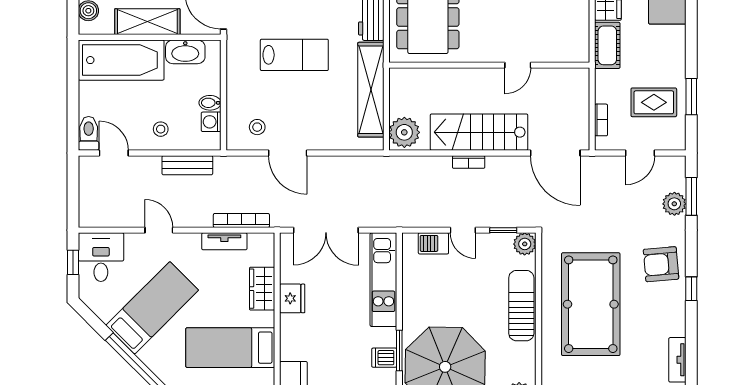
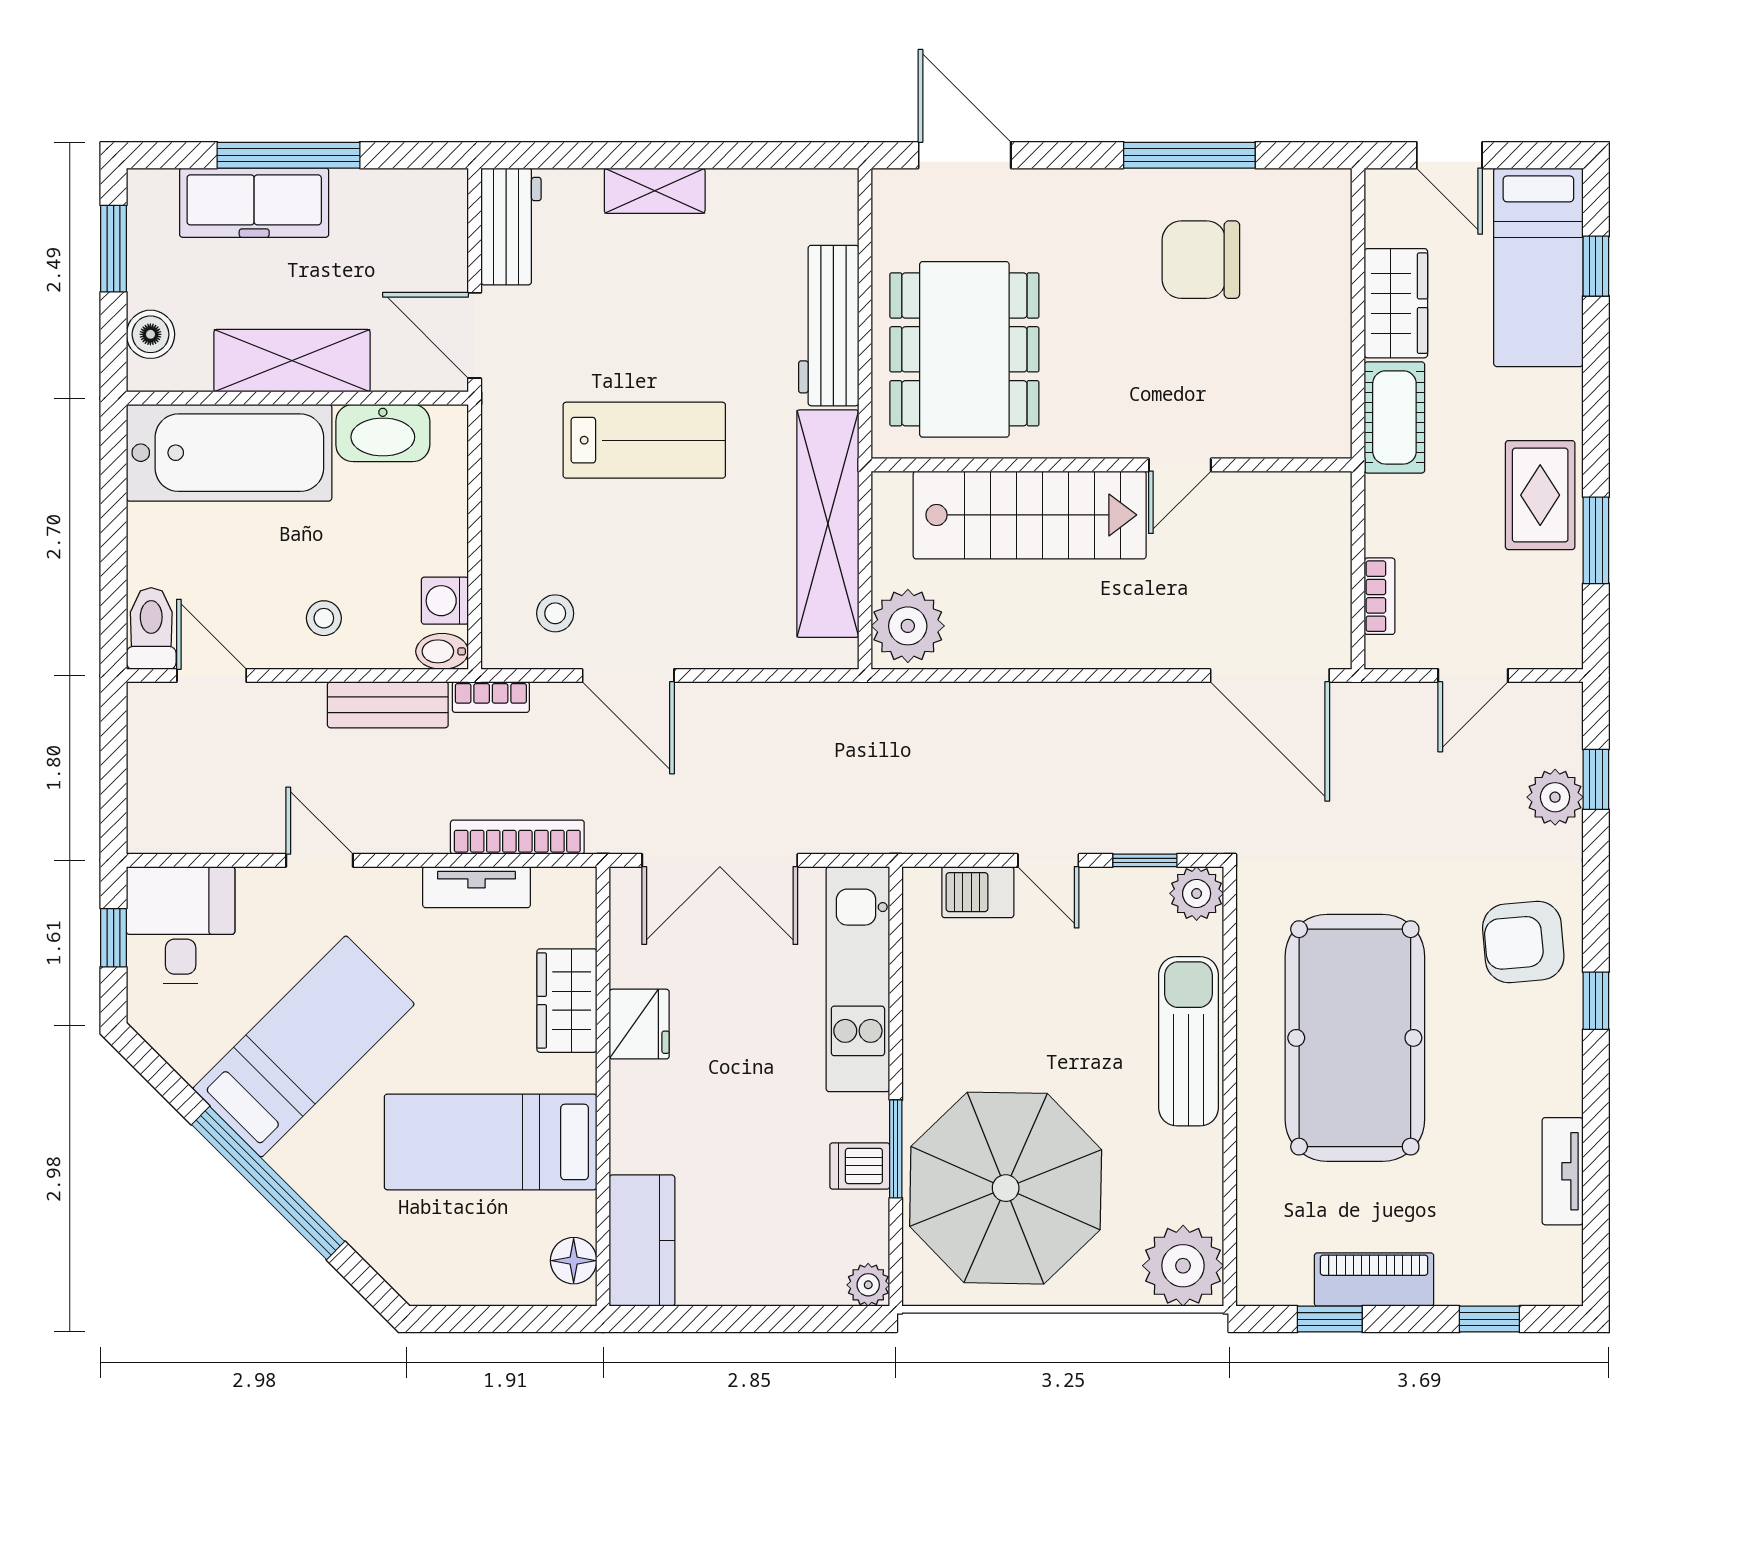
rug: (654, 102) -> (1540, 495), moved, turned 90
bidet: (210, 103) -> (442, 651), moved
stairs: (479, 132) -> (1030, 515), moved, turned 180
bookcase: (469, 162) -> (491, 697), moved
window: (691, 196) -> (1596, 779), width x0.67

